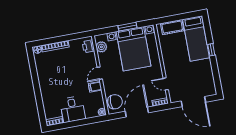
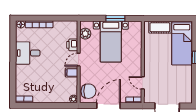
printer: (88, 46) -> (72, 45), moved
bed with nightstands: (133, 49) -> (111, 42), width x0.73
desk: (73, 109) -> (28, 53), moved, turned 90

